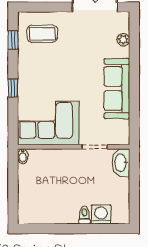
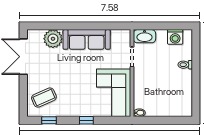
coffee table: (42, 34) -> (44, 97), turned 66
plant: (123, 40) -> (53, 39), width x1.87, depth x1.87
washing machine: (101, 215) -> (175, 37), moved, turned -90

